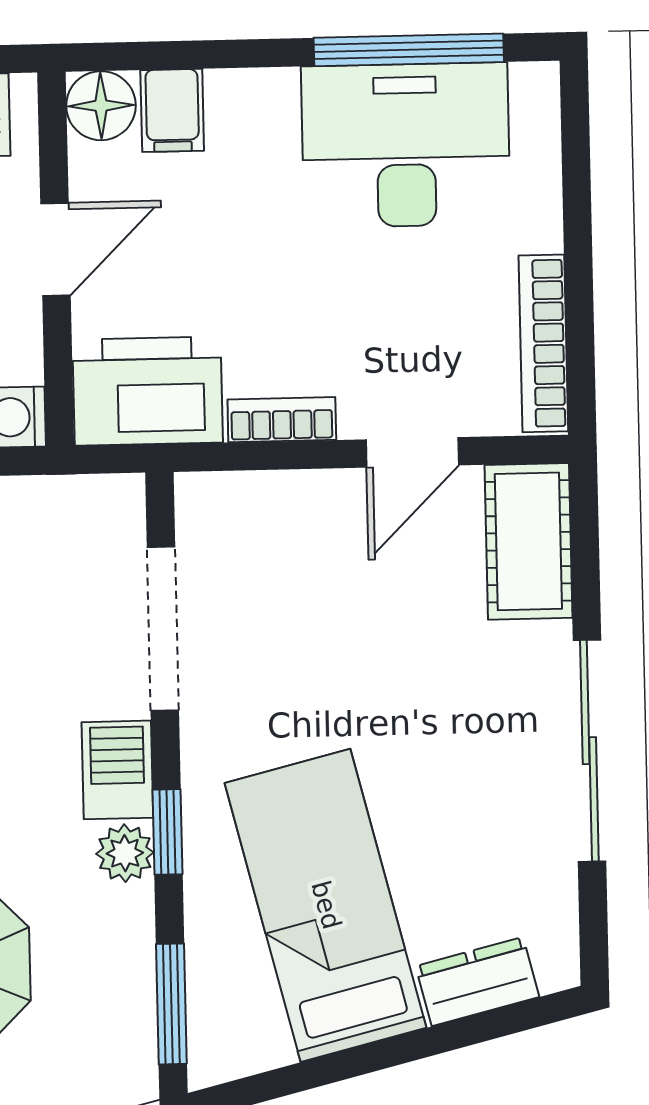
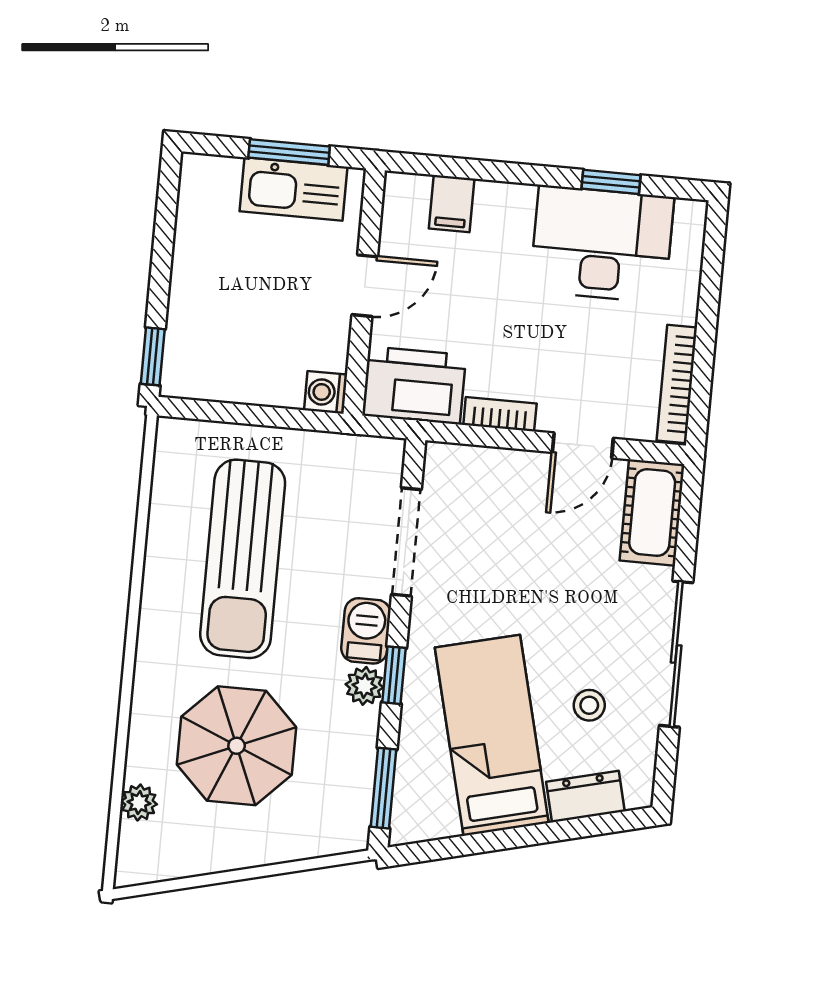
window: (409, 50) -> (611, 182), width x0.46
floor lamp: (101, 106) -> (405, 195), removed
stool: (467, 843) -> (589, 705), added

